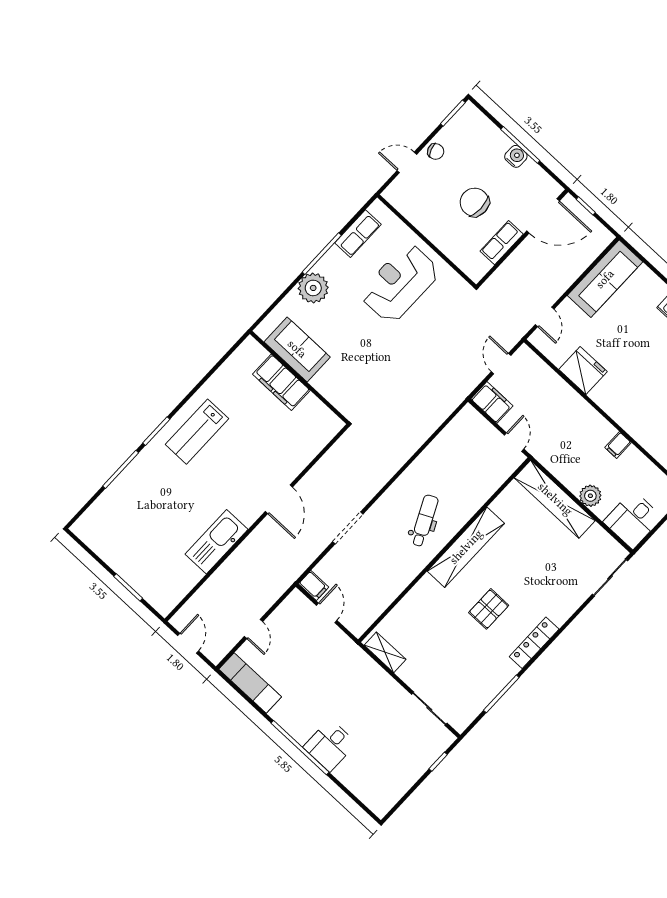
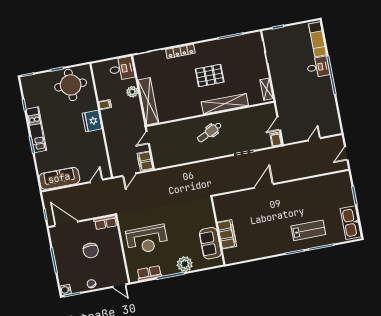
water cooler: (516, 156) -> (66, 290), moved
door: (407, 162) -> (119, 286), moved
row of seats: (502, 243) -> (105, 223), moved
fridge: (583, 371) -> (92, 121), moved
lab bench: (197, 432) -> (308, 230), moved
kitchen sink: (216, 542) -> (351, 223), moved, turned 90
shelving: (466, 547) -> (225, 104), moved
pallet: (489, 609) -> (210, 76), width x1.50, depth x1.42
locker: (534, 643) -> (180, 51), moved
exam couch: (250, 683) -> (317, 39), moved

